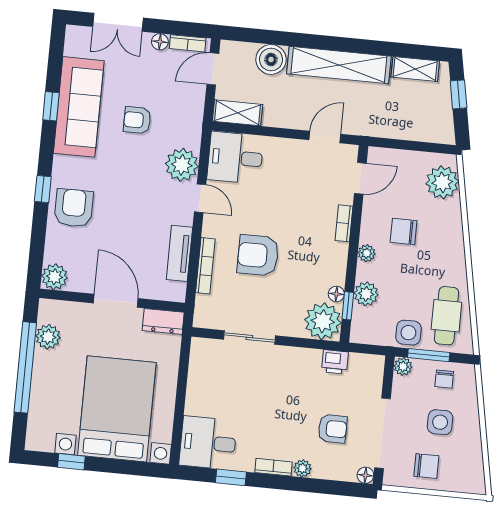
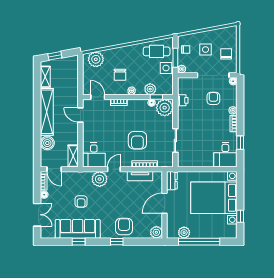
armchair: (74, 208) -> (124, 227), turned 90

